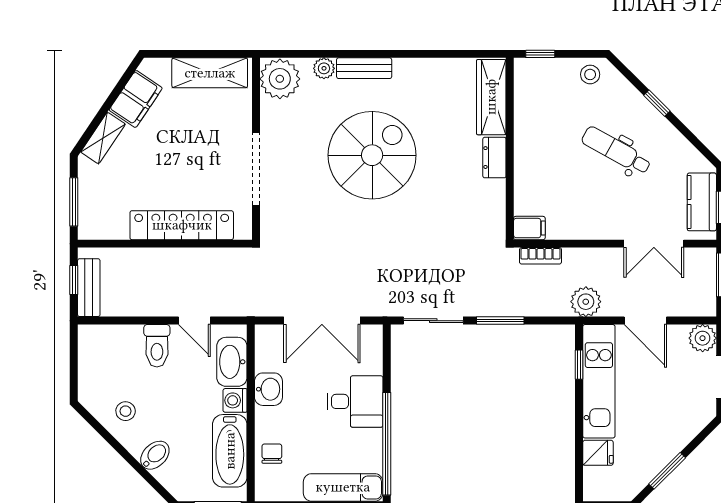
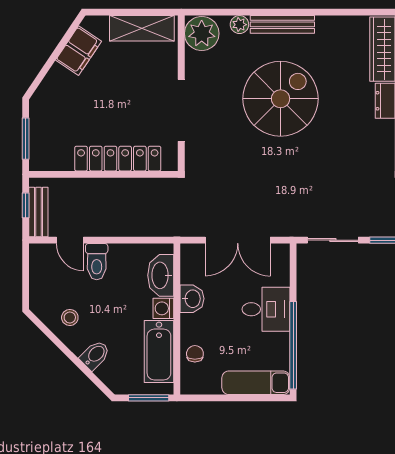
bench: (364, 68) -> (282, 24), width x1.36
shelving: (103, 138) -> (51, 84), removed
door: (194, 321) -> (70, 240), moved

